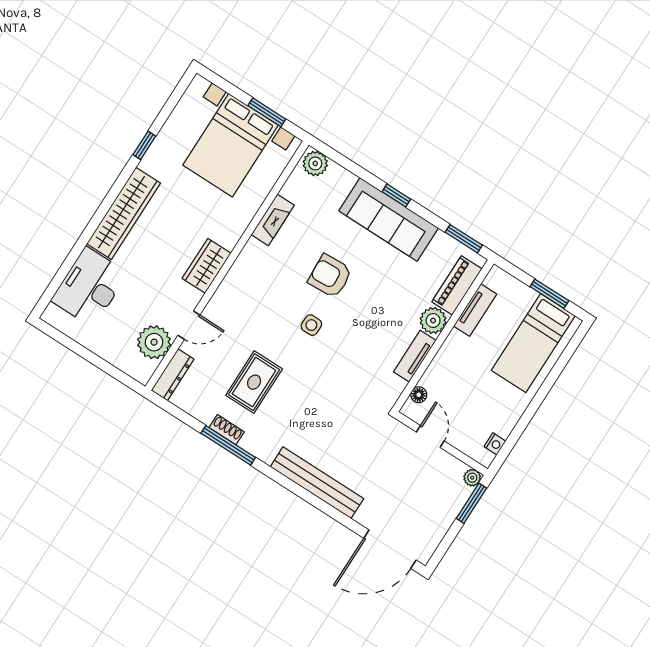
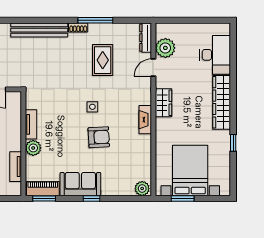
sofa: (389, 219) -> (80, 184), width x0.73
fireplace: (273, 220) -> (145, 120), moved
piano: (457, 285) -> (43, 189), moved, turned -90
floor lamp: (419, 395) -> (17, 106), removed
shoe rack: (227, 430) -> (78, 28), moved

